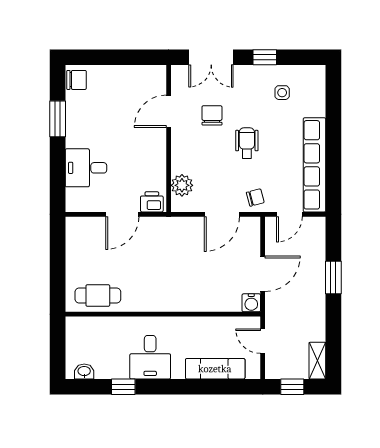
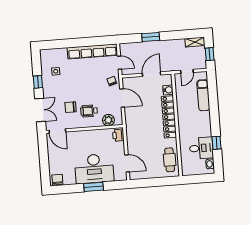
door: (169, 111) -> (57, 131), moved
window: (58, 119) -> (94, 187), moved
wheelchair: (247, 143) -> (89, 111), moved
desk: (86, 168) -> (94, 169), width x1.87, depth x1.30
door: (122, 214) -> (127, 163), moved
door: (263, 274) -> (152, 74), hinge flipped
locker: (179, 300) -> (169, 117), added
water cooler: (251, 303) -> (168, 90), moved
desk: (150, 357) -> (201, 148), moved

